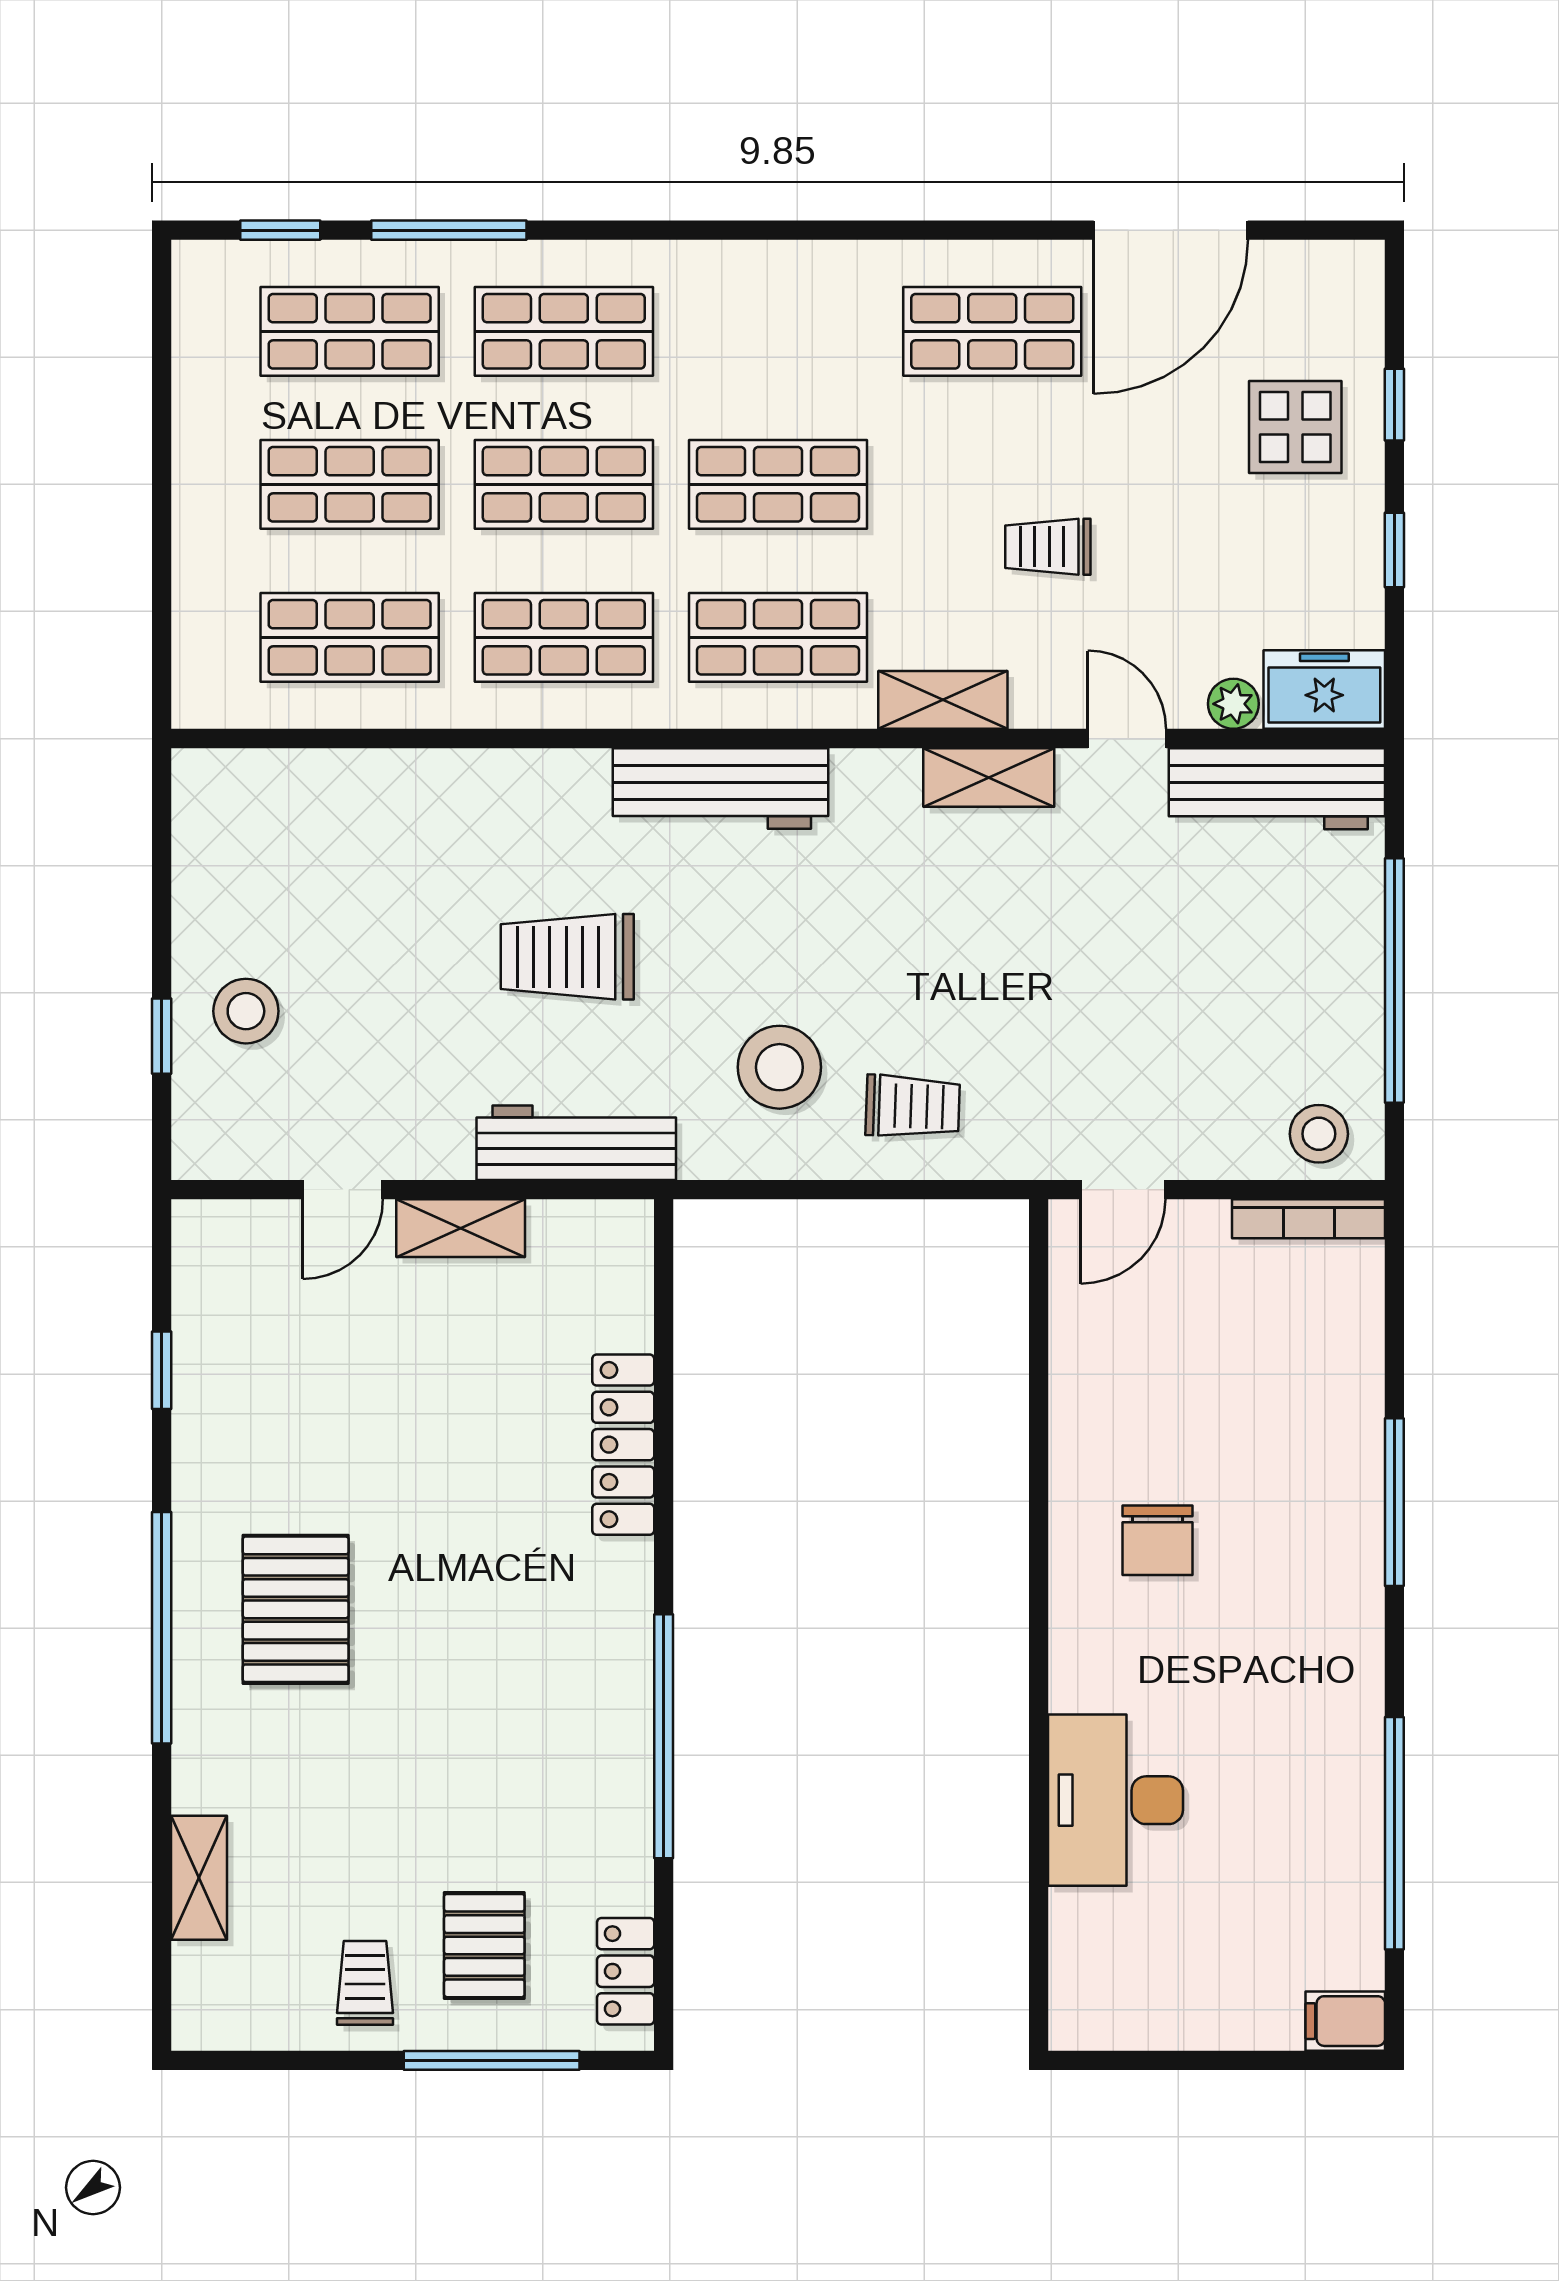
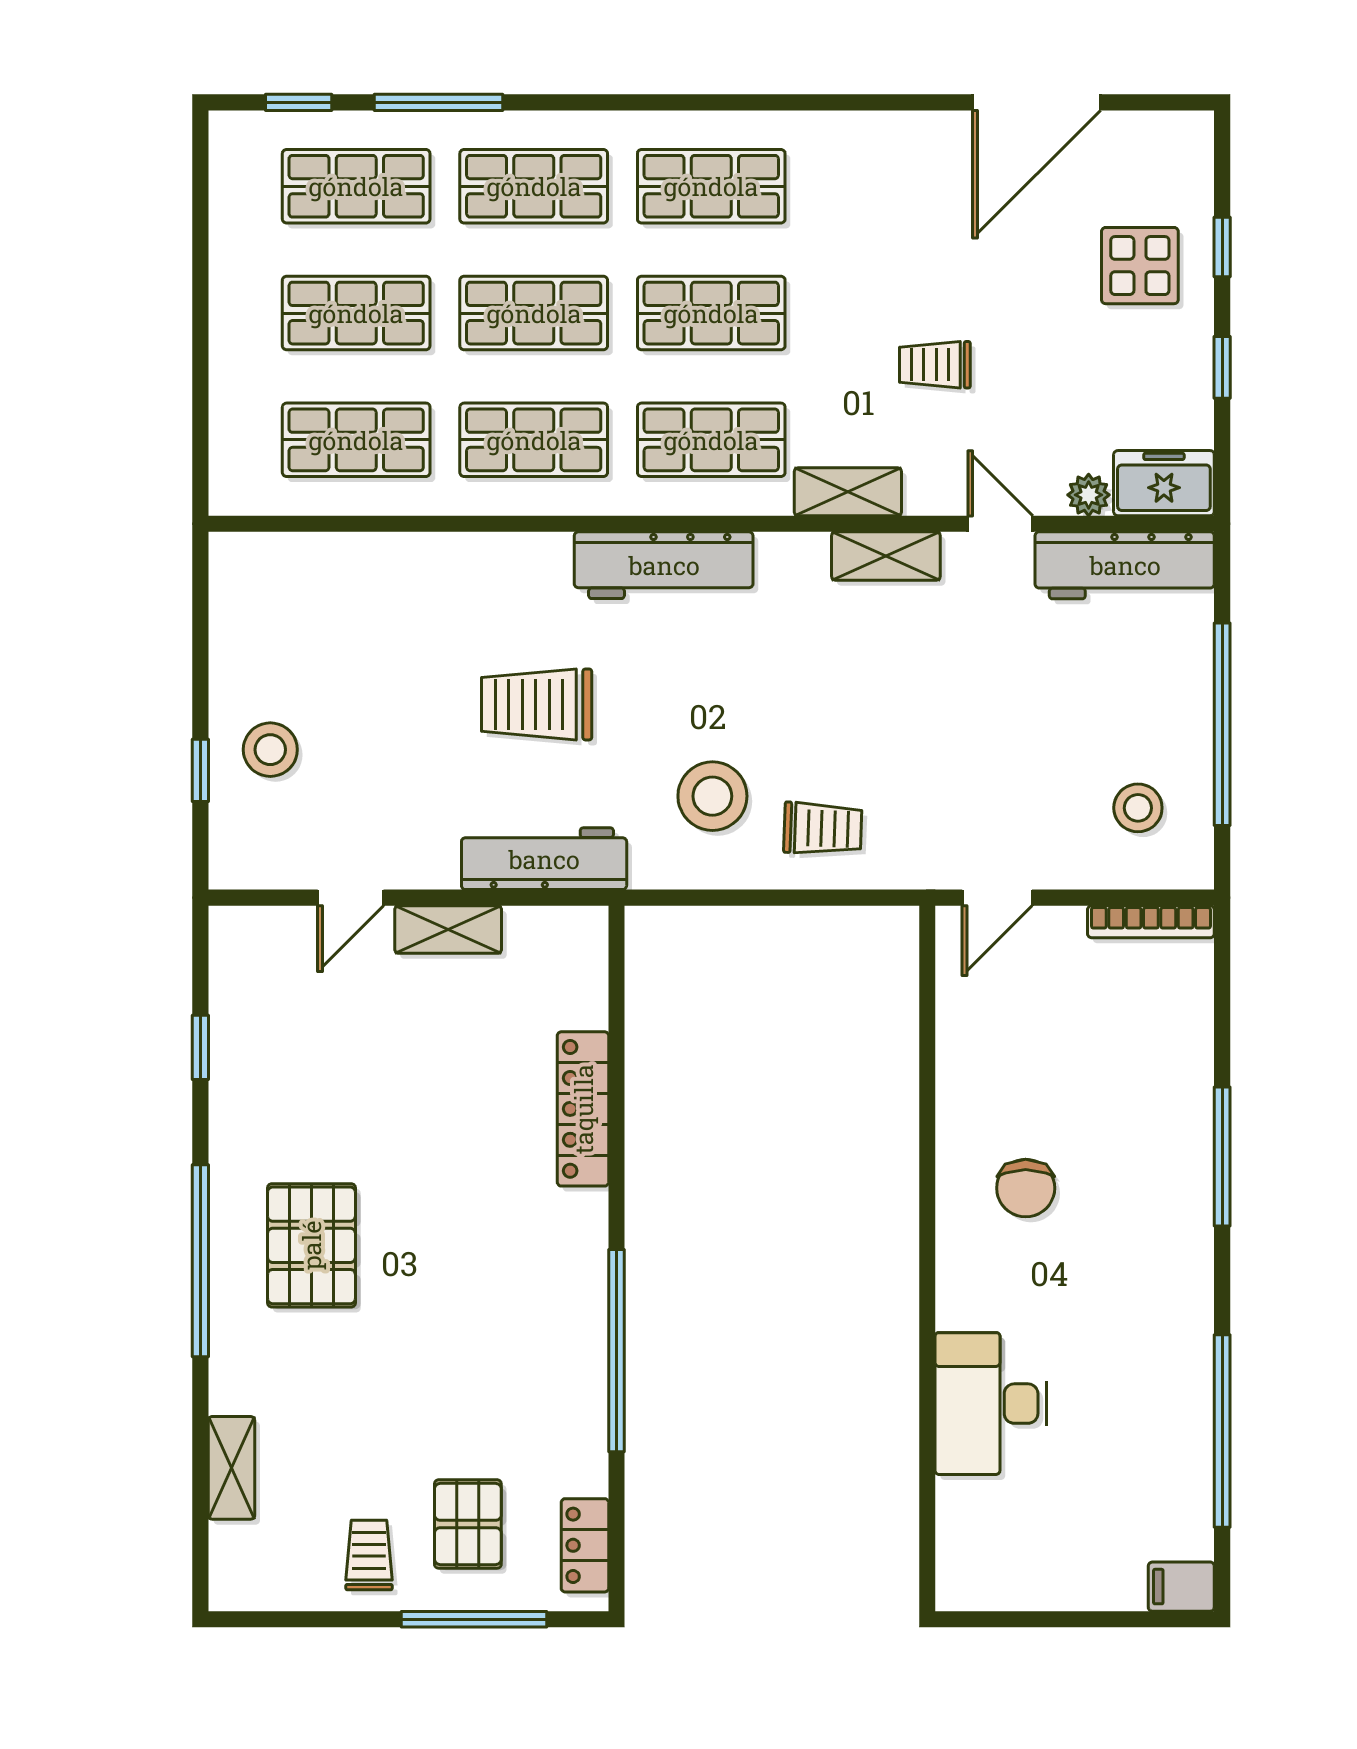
shop shelf: (992, 331) -> (711, 186), moved
stool: (1319, 1134) -> (1138, 808), moved

